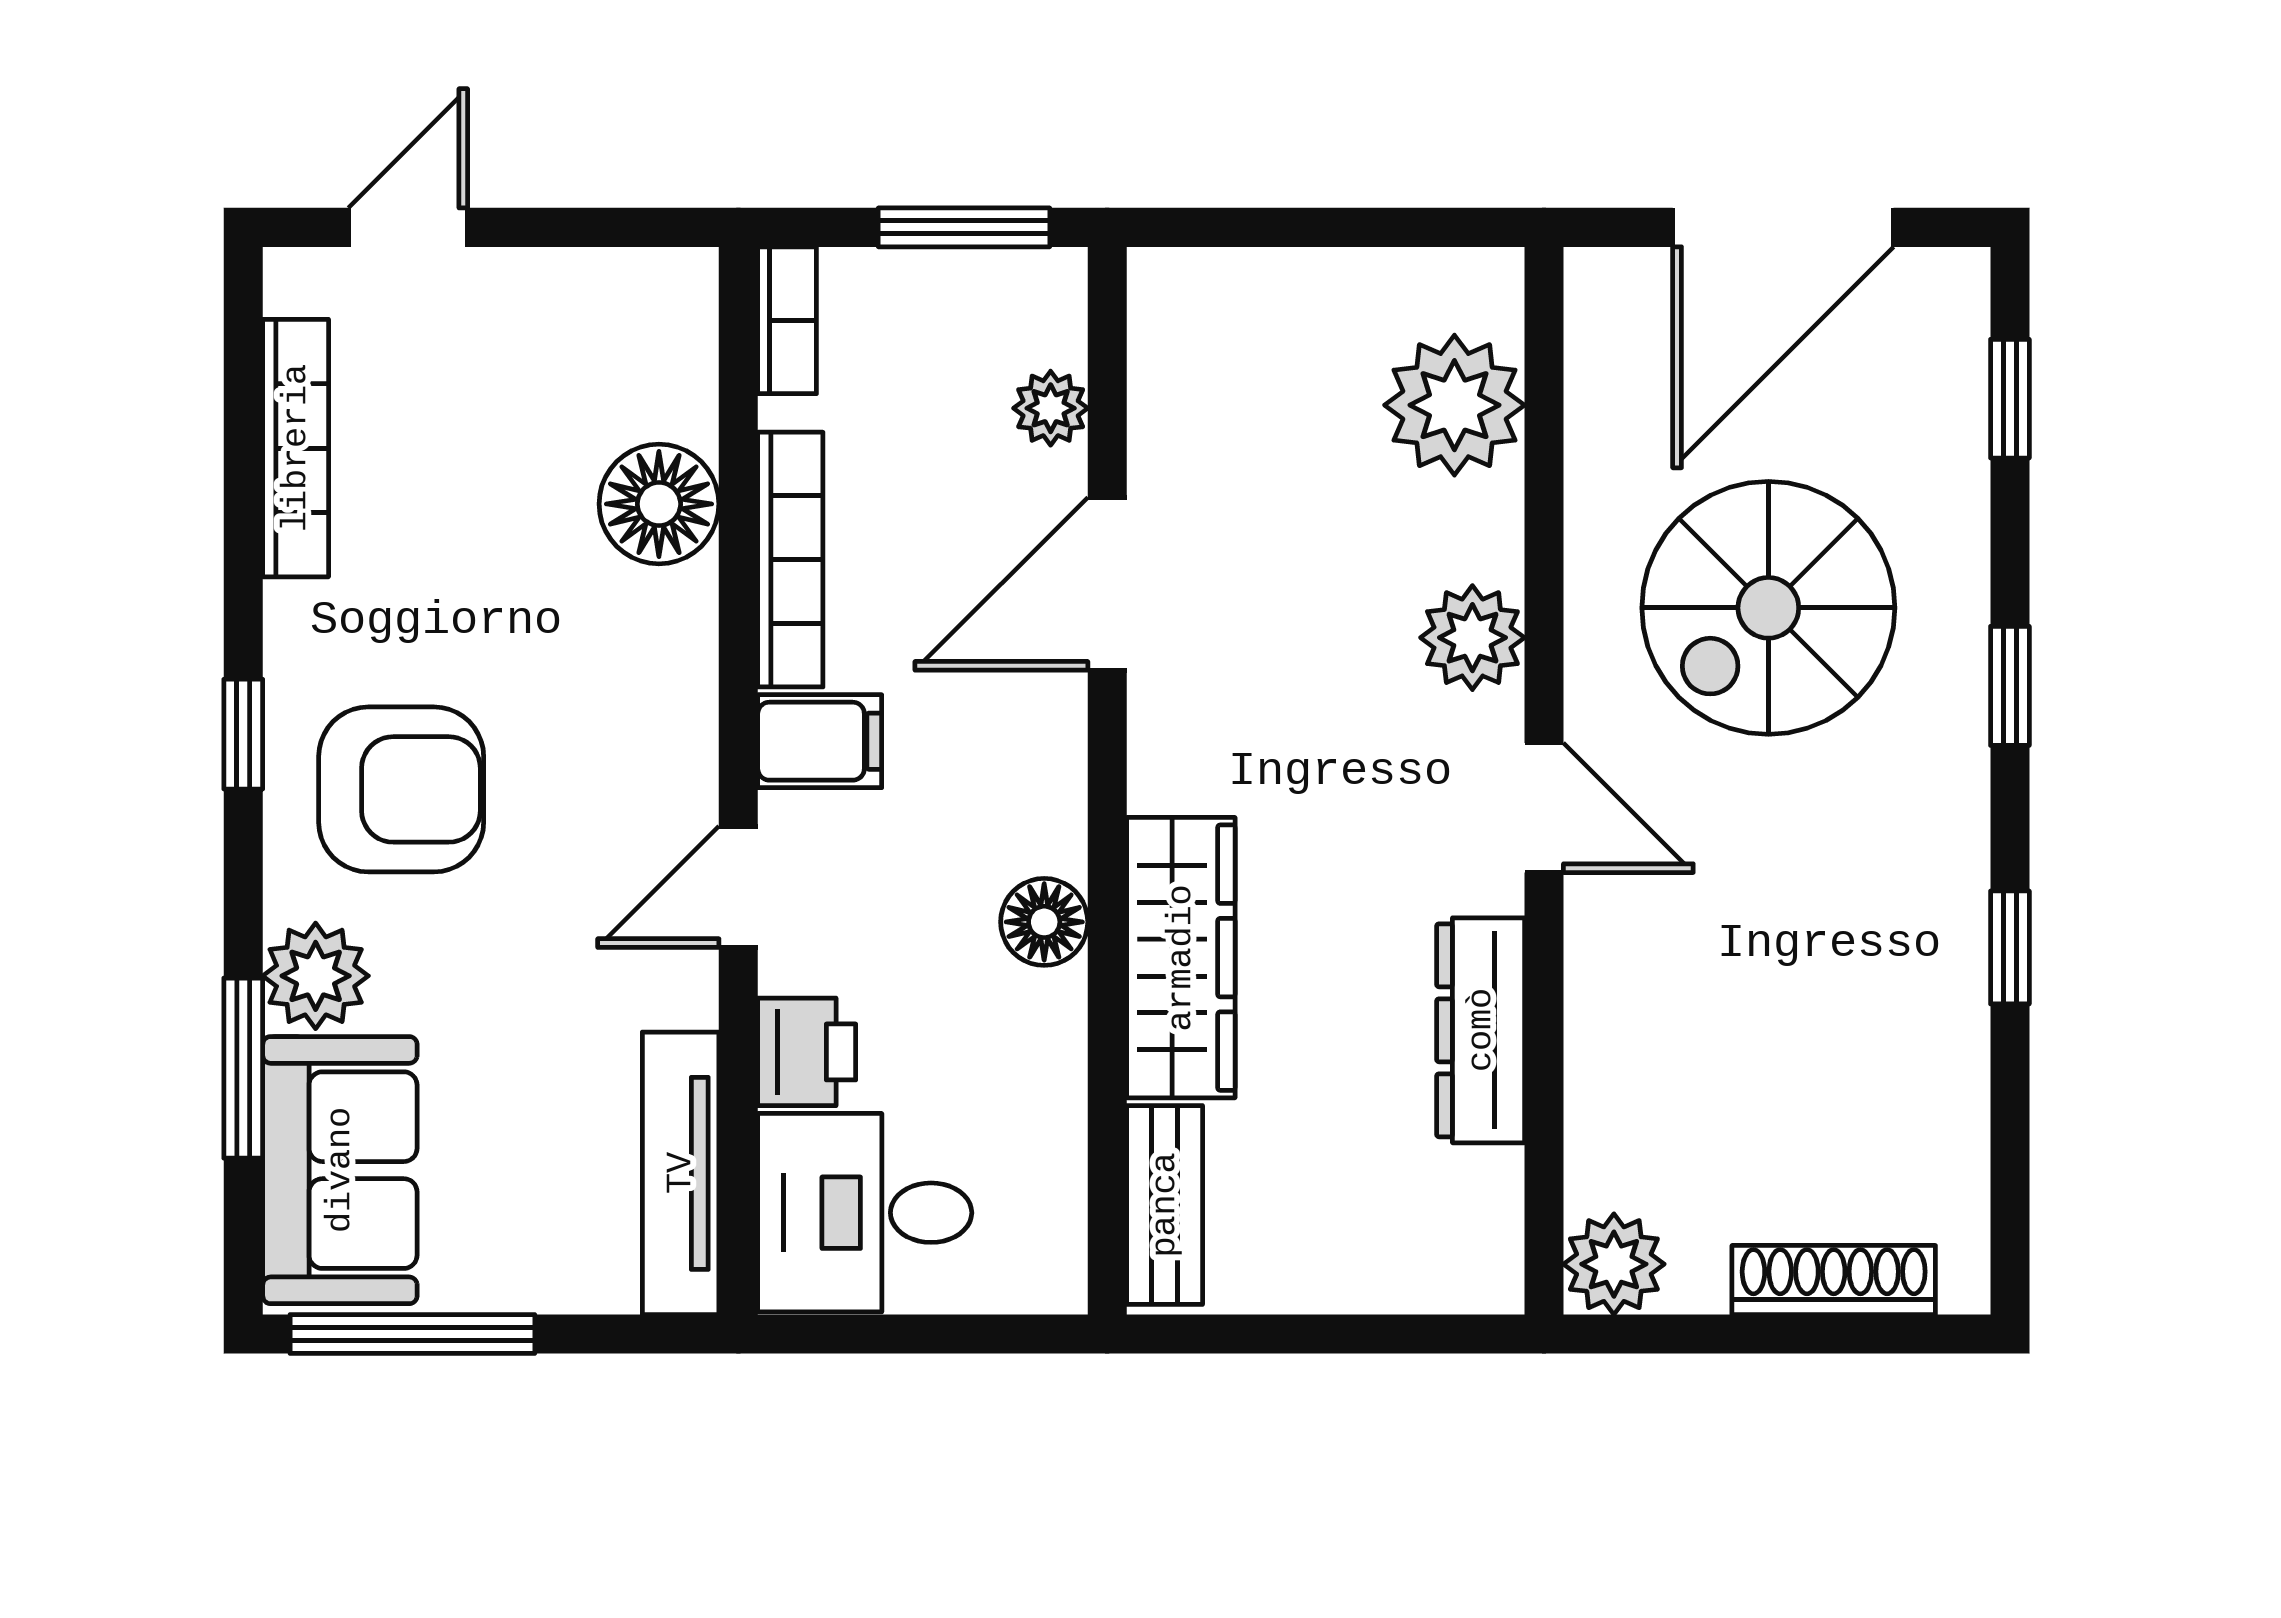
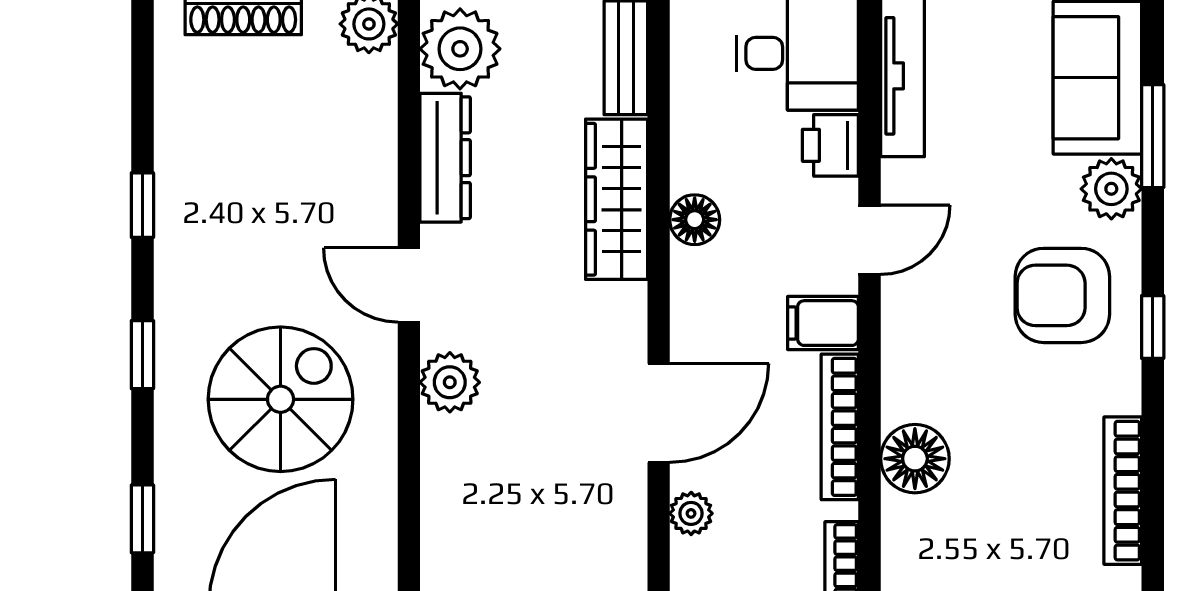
plant: (1454, 405) -> (460, 49), moved

